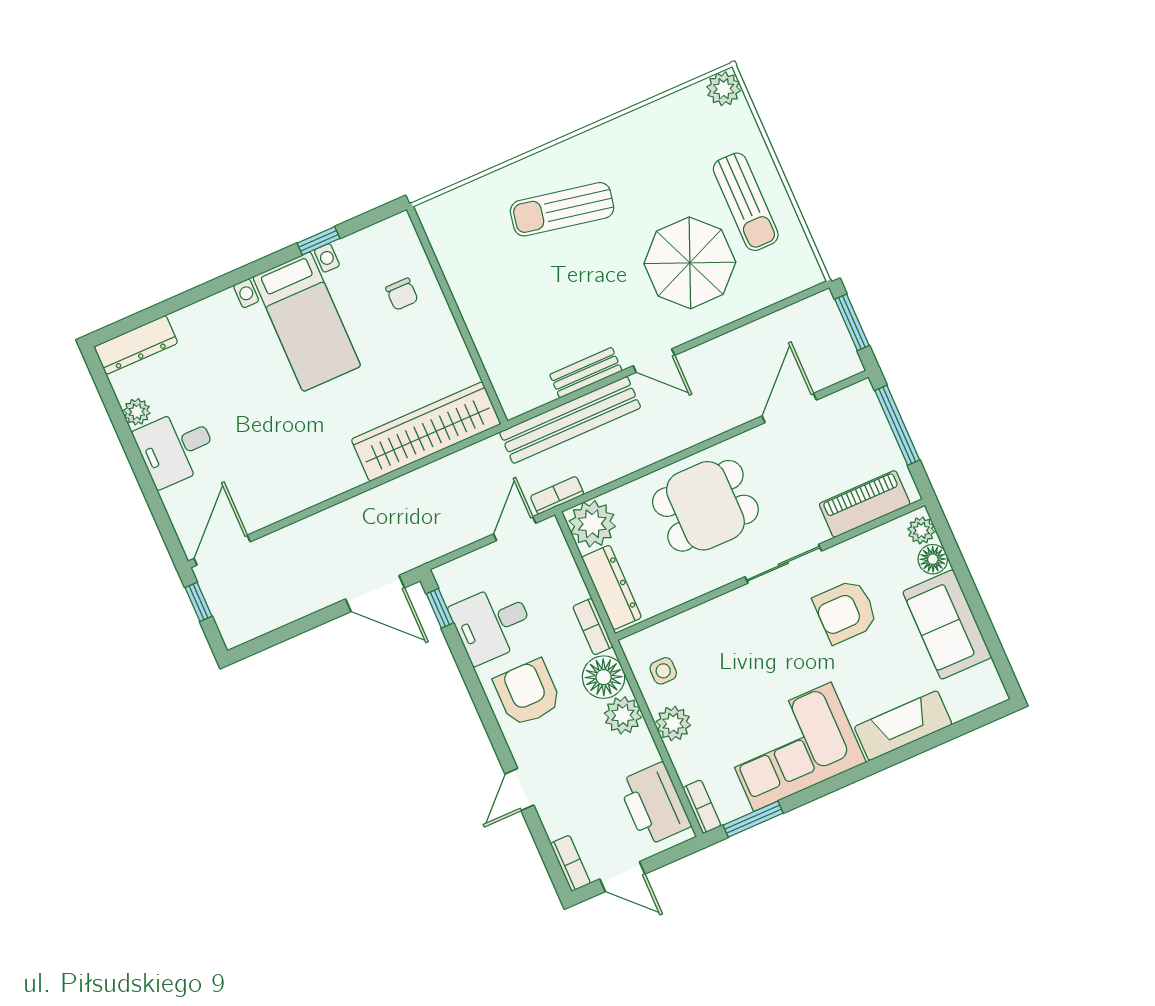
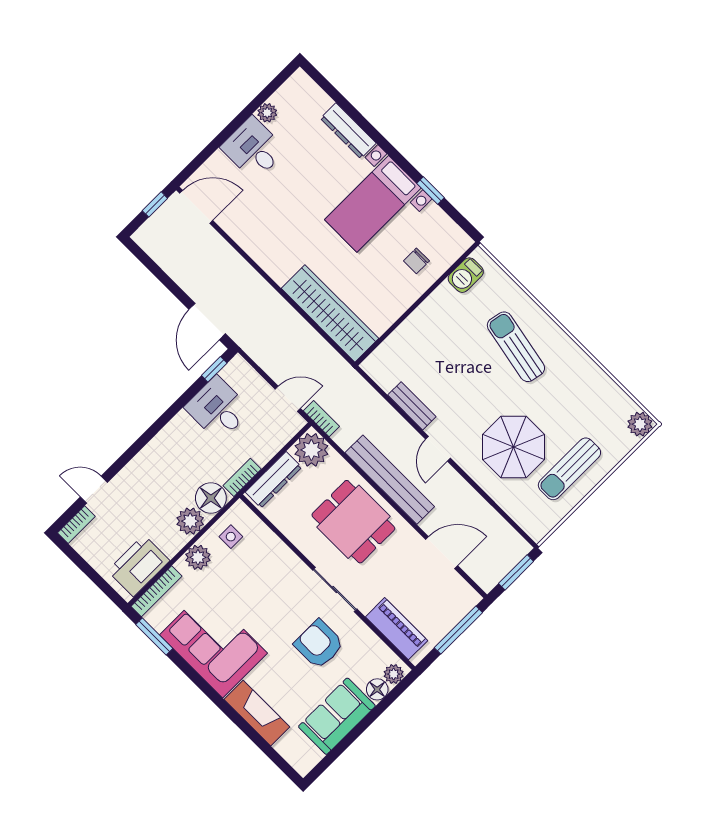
barbecue: (445, 238) -> (466, 275), added
dresser: (136, 345) -> (348, 131), moved
bench: (570, 420) -> (390, 480), moved
armchair: (528, 693) -> (180, 451), removed
door: (519, 790) -> (94, 490), moved
bookcase: (702, 807) -> (156, 591), width x1.56
door: (622, 877) -> (81, 563), removed

